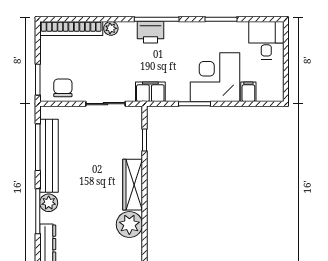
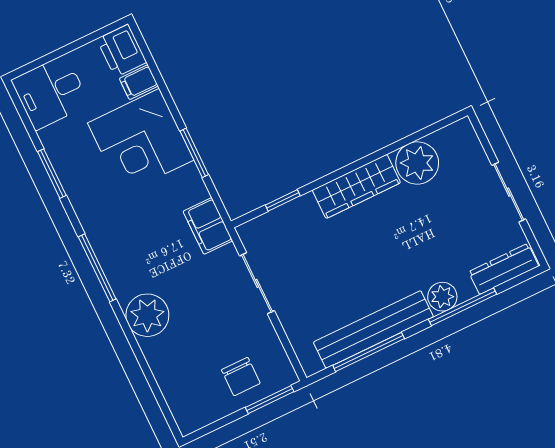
bookcase: (71, 28) -> (171, 387), removed
plant: (111, 28) -> (147, 315), width x1.87, depth x1.87
printer: (151, 32) -> (122, 51), moved, turned 180
chair: (63, 88) -> (241, 377), moved, turned -90

